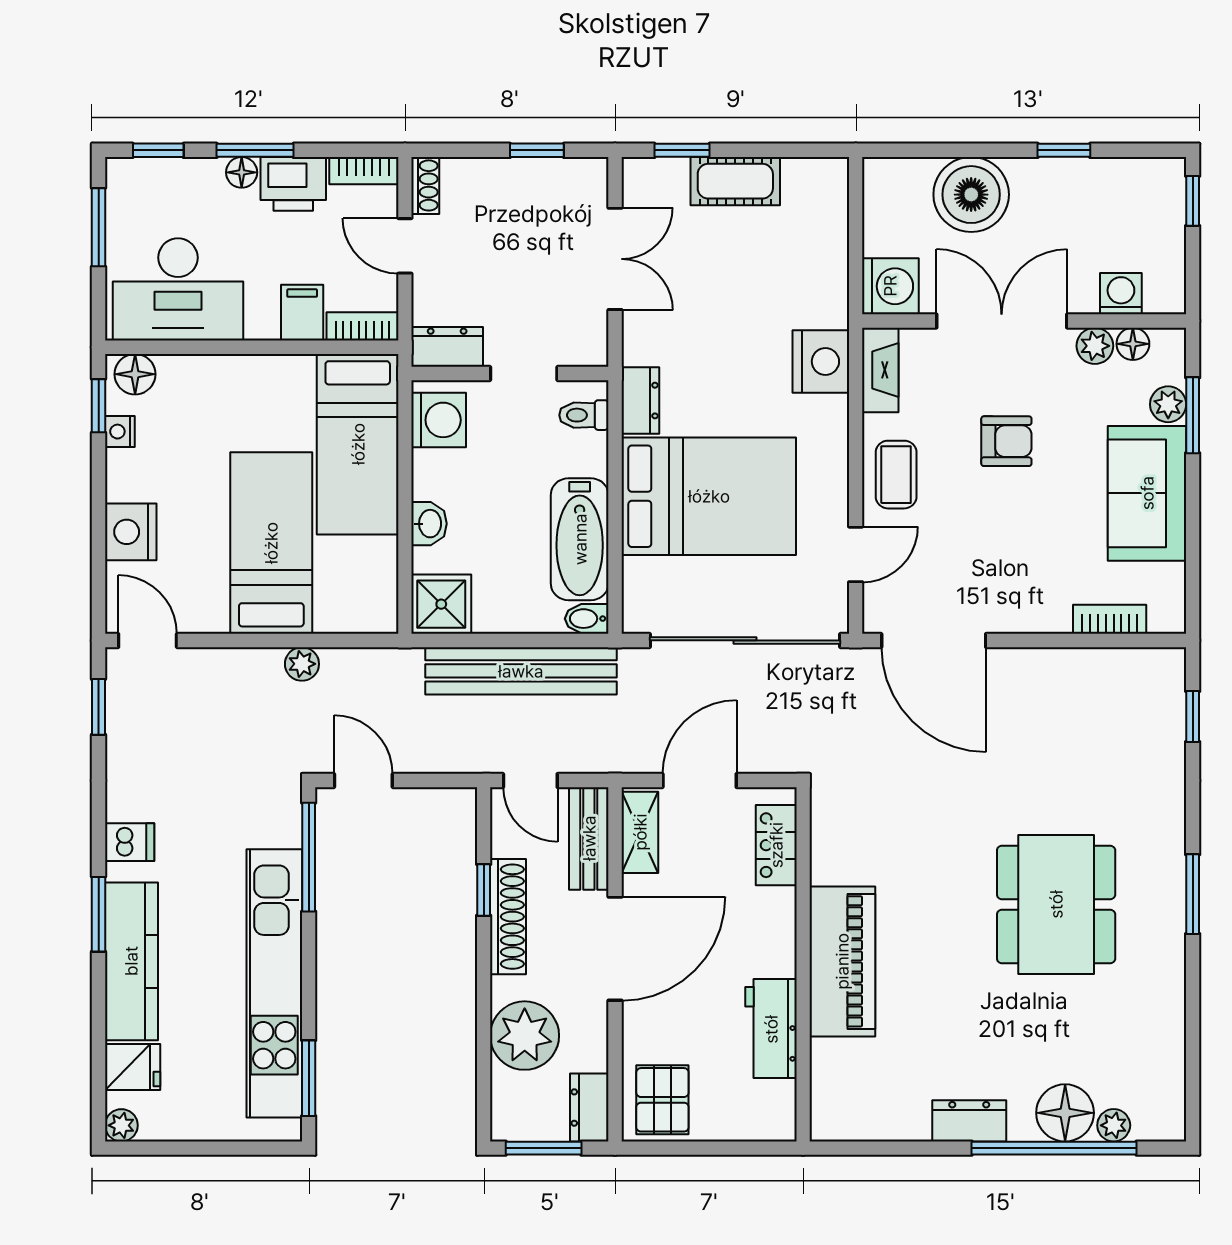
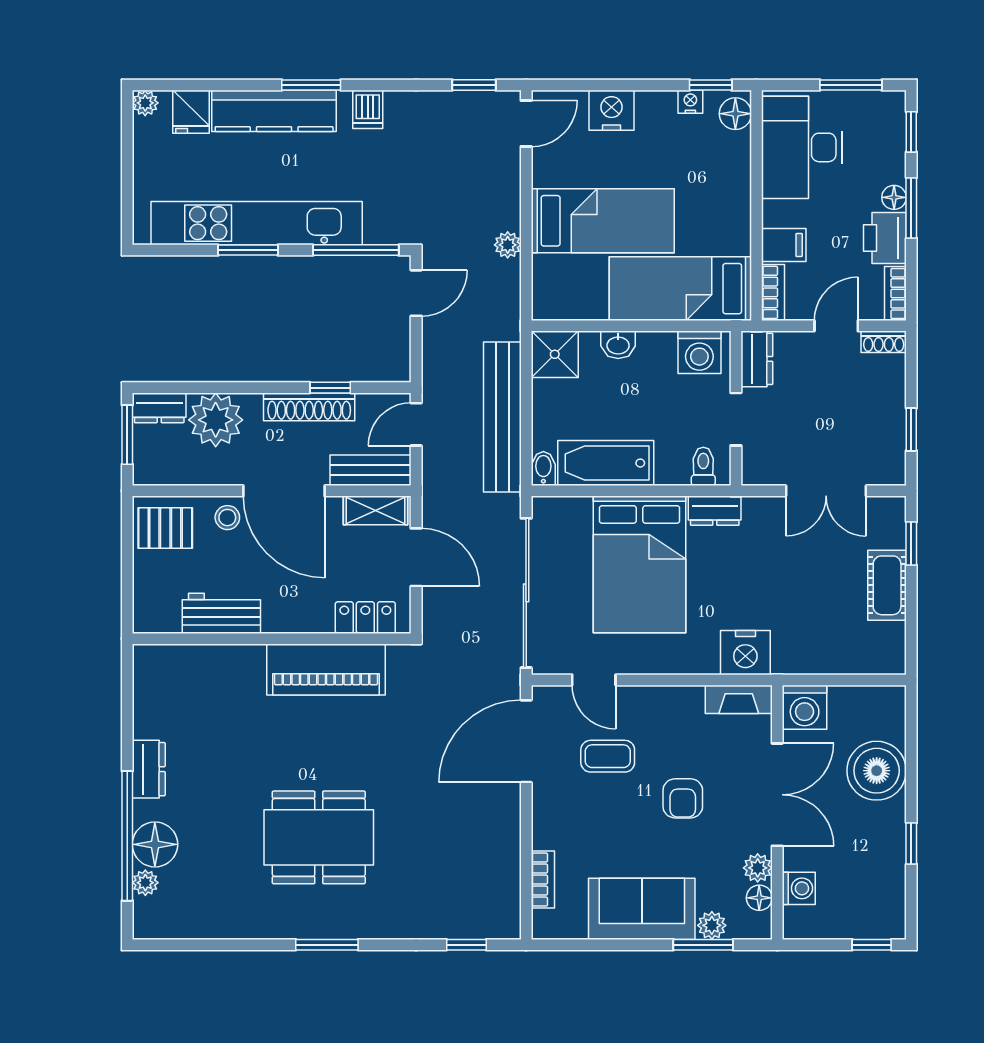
coffee table: (896, 475) -> (608, 756), moved
piano: (842, 961) -> (326, 669), moved
stool: (649, 1021) -> (227, 518), added
window: (309, 1078) -> (248, 250), moved
dresser: (589, 1108) -> (159, 408), moved, turned 180

